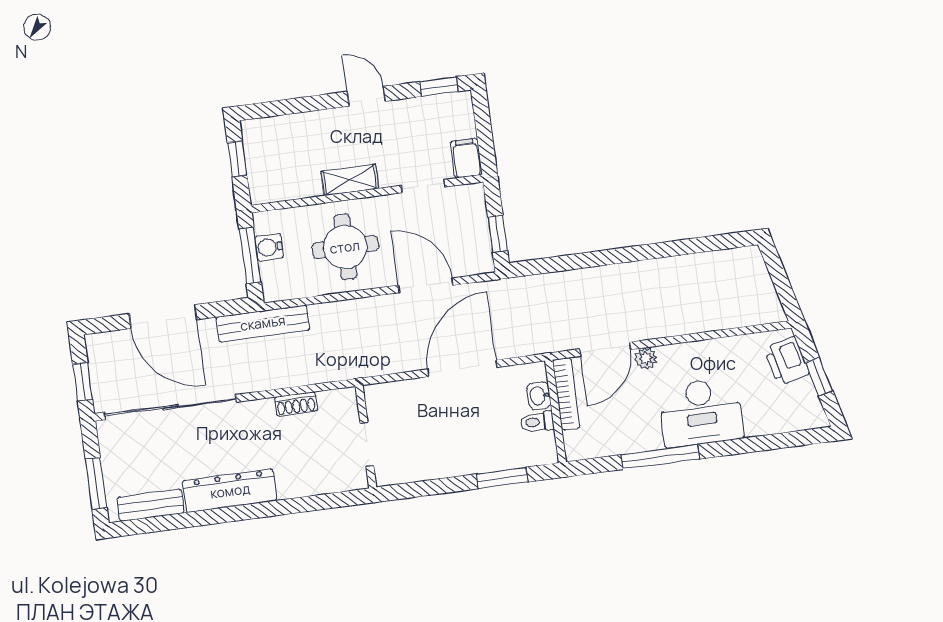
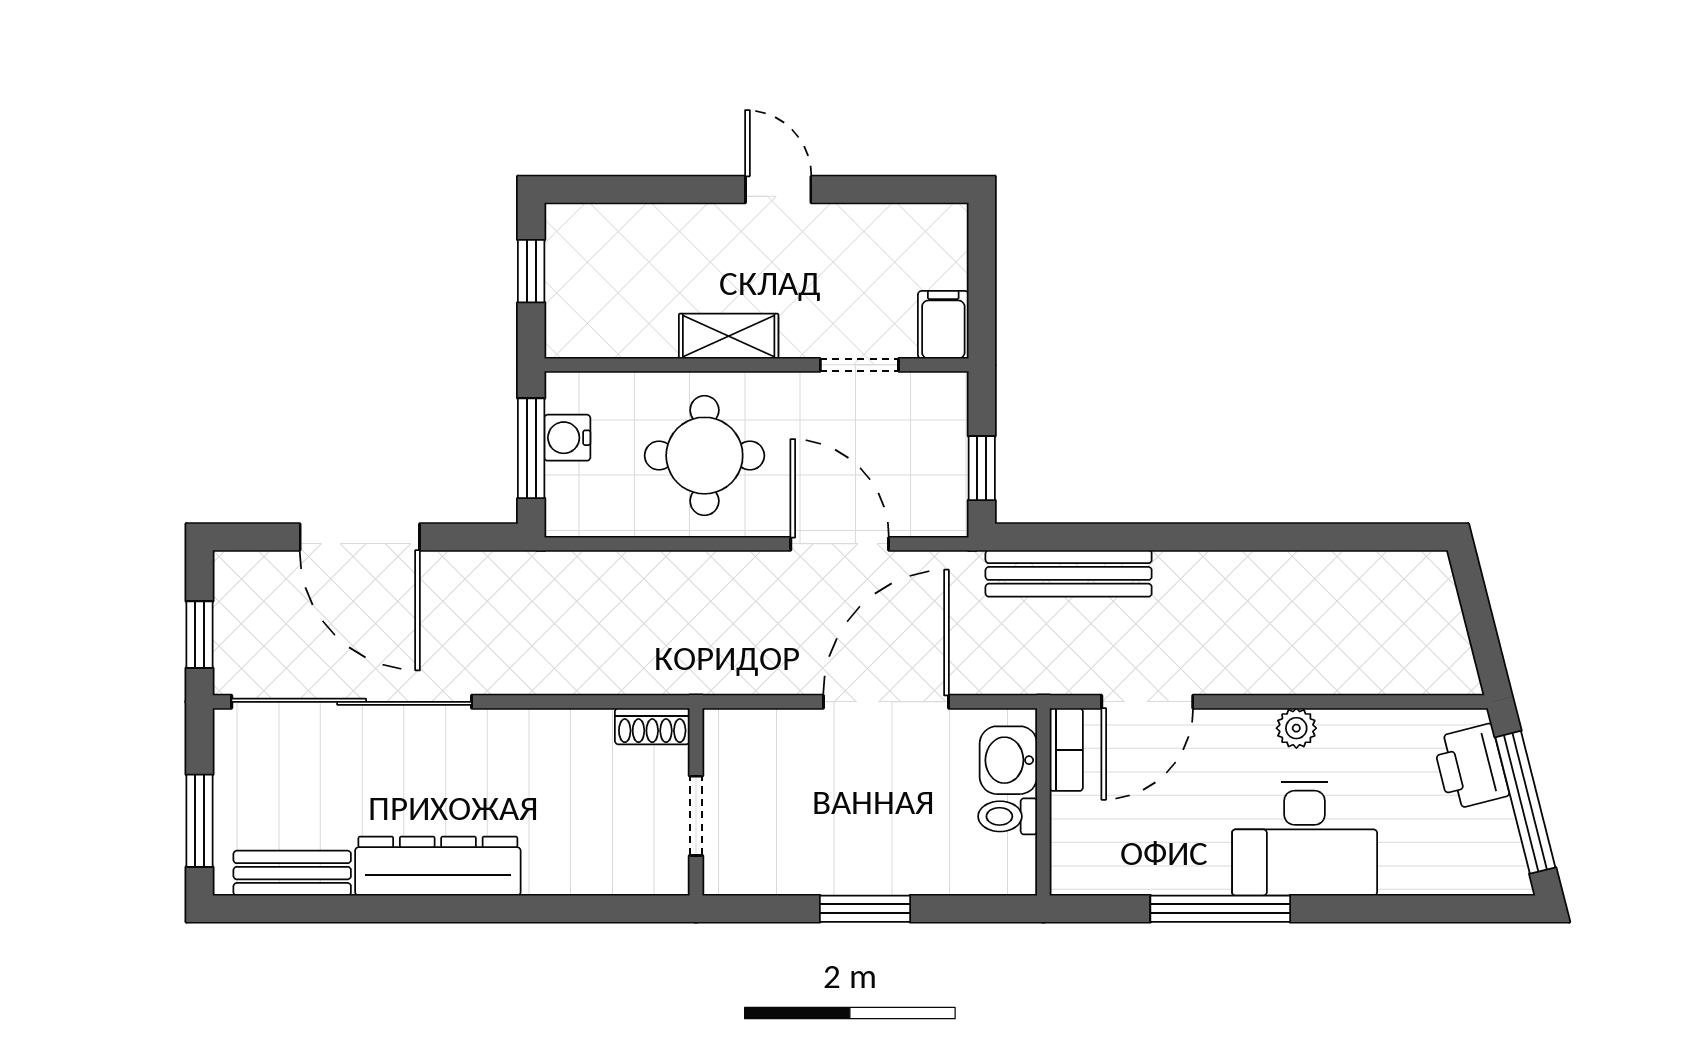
window: (439, 87) -> (911, 190), removed
bench: (263, 323) -> (1069, 573), moved
plant: (646, 358) -> (1296, 728), moved
window: (819, 377) -> (1525, 802), width x2.17
bookcase: (566, 394) -> (1066, 750), width x0.64
washbasin: (539, 396) -> (1008, 760), width x1.38, depth x1.45
shoe rack: (296, 404) -> (652, 726), moved
window: (502, 478) -> (865, 909), moved

